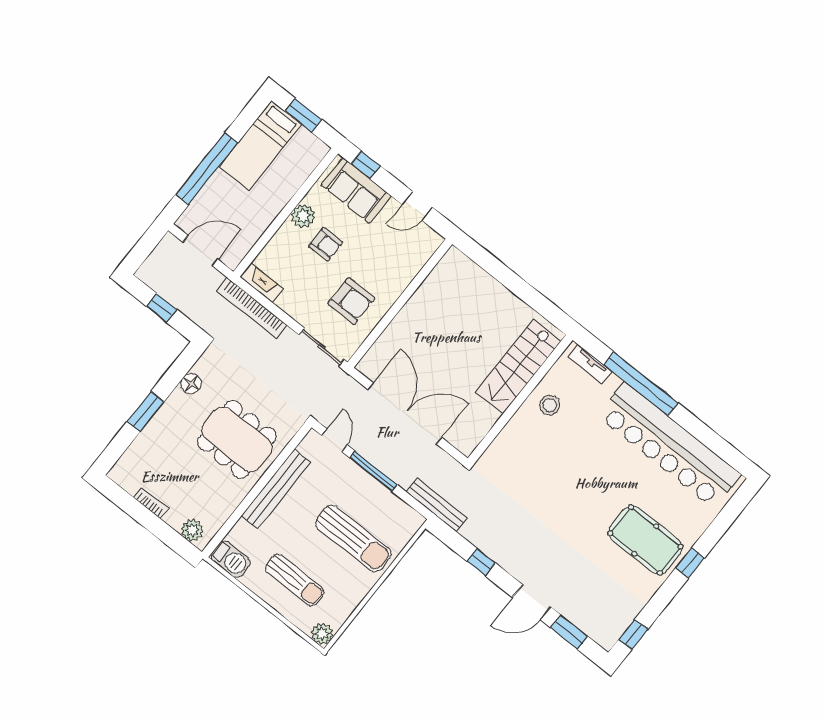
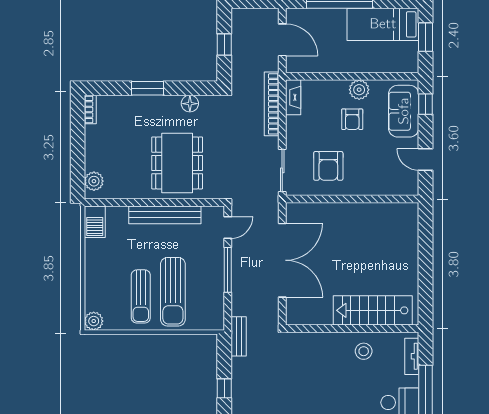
bookcase: (151, 503) -> (90, 109), moved
bench: (437, 505) -> (239, 336), width x0.73
sun lounger: (295, 580) -> (141, 296), moved

